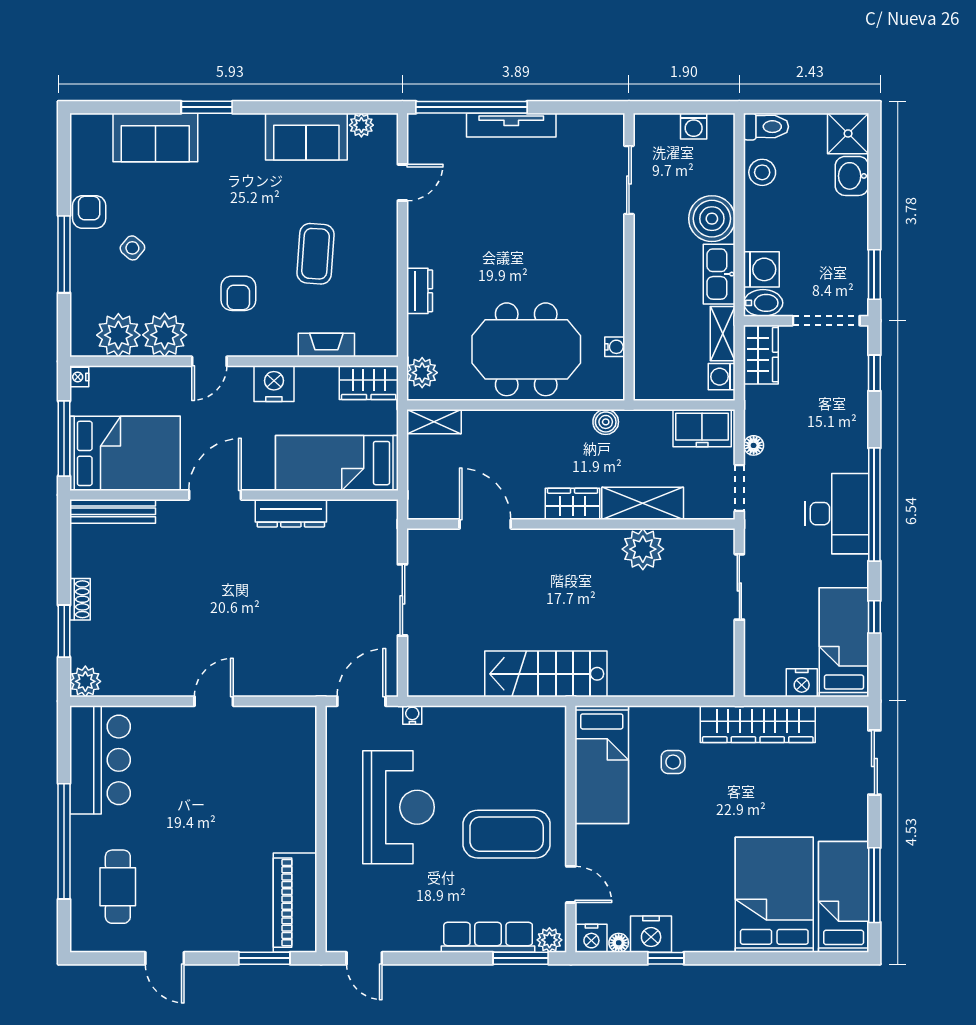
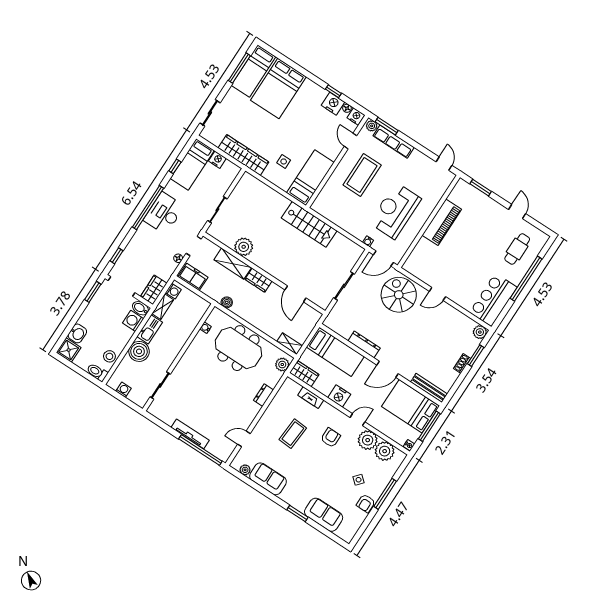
spiral stairs: (287, 651) -> (399, 295), added
coffee table: (507, 834) -> (362, 175), turned 90
piano: (295, 903) -> (442, 222), moved

